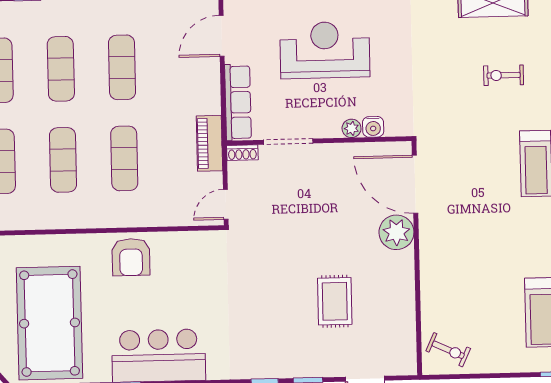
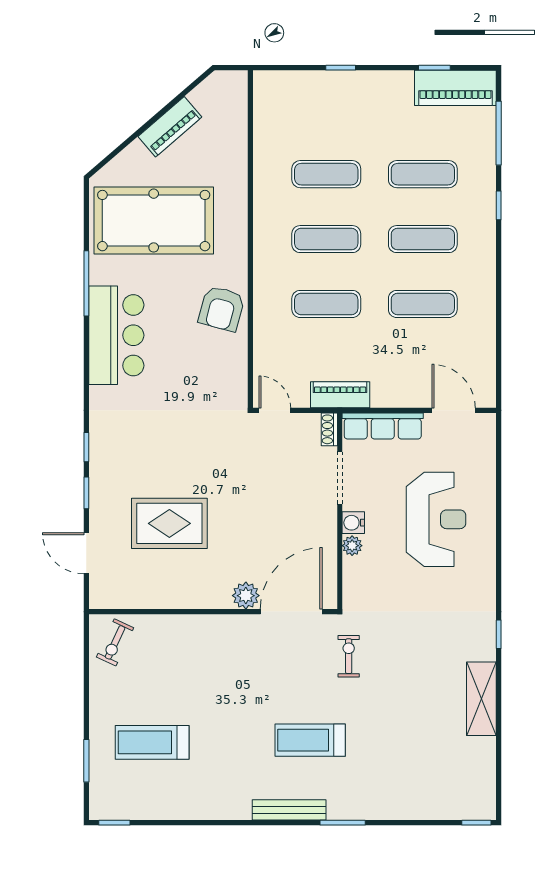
exercise bike: (504, 75) -> (349, 656), moved
water cooler: (373, 127) -> (353, 523), moved
plant: (396, 232) -> (246, 596), width x0.73, depth x0.73
armchair: (131, 257) -> (221, 309), turned -75
rug: (335, 301) -> (169, 523), width x1.36, depth x1.43

